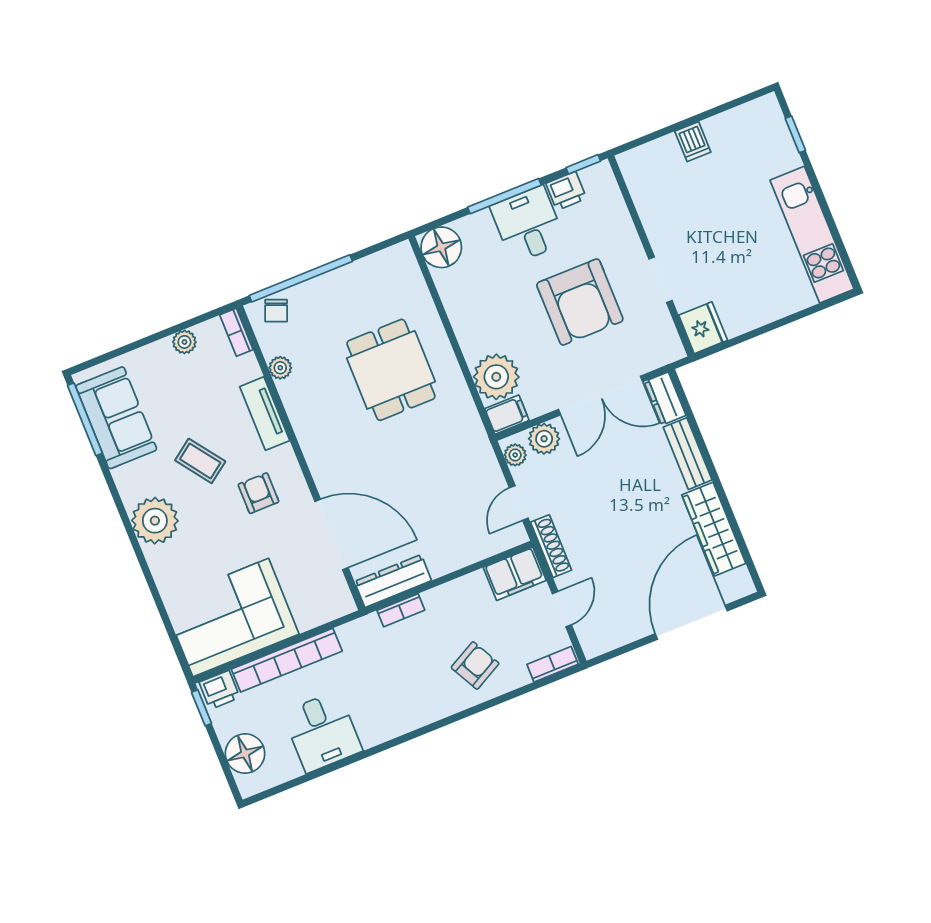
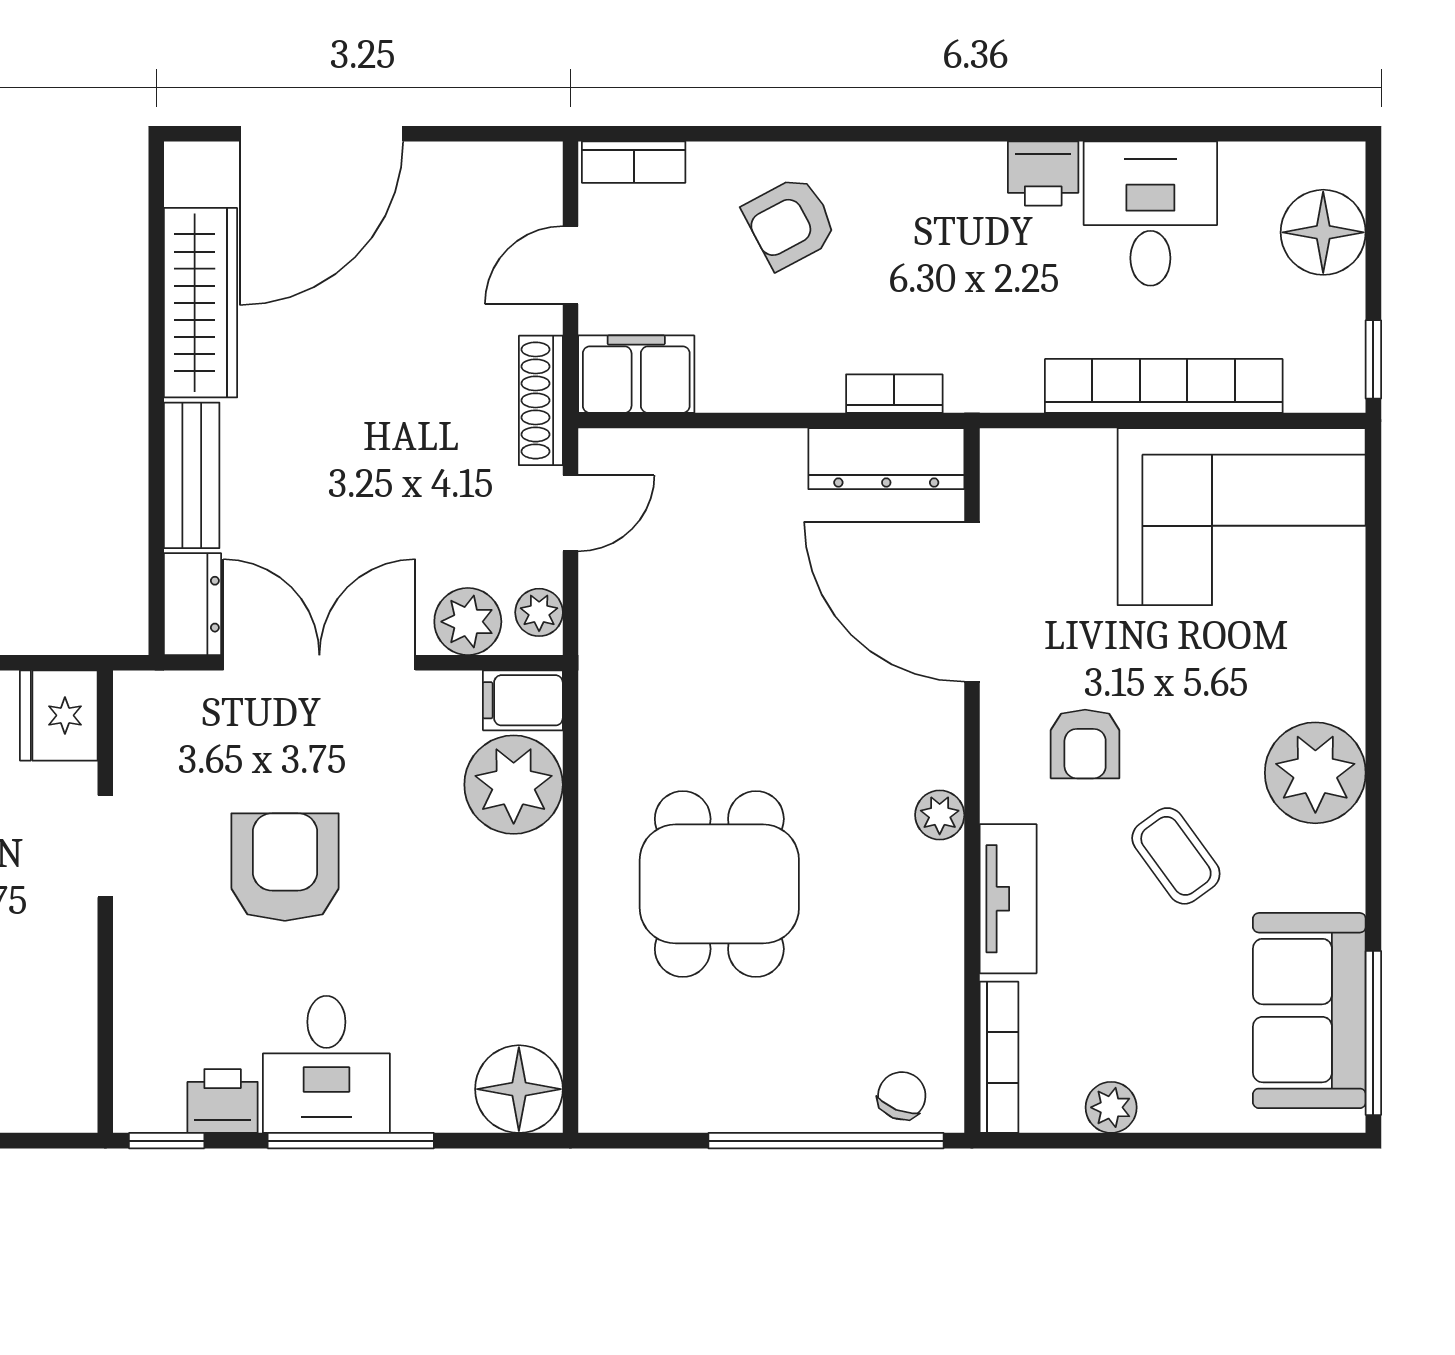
armchair: (580, 302) -> (285, 867), width x0.73, depth x0.73
bookcase: (236, 332) -> (999, 1057), width x1.56
plant: (280, 368) -> (940, 815), moved
printer: (219, 690) -> (1043, 174), moved, turned 180

